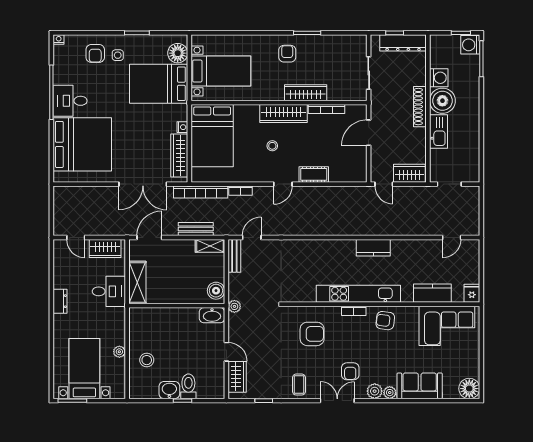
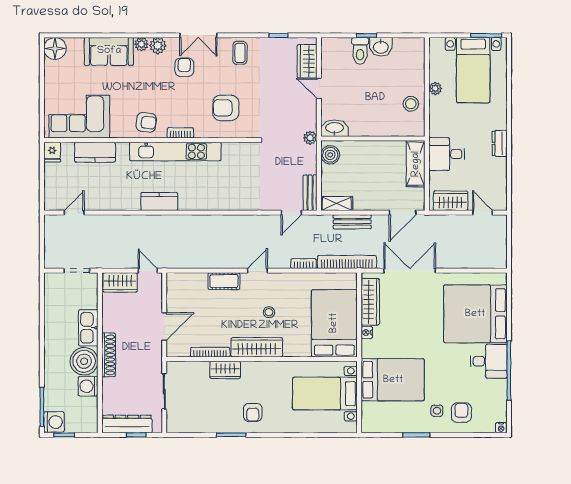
floor lamp: (178, 53) -> (372, 413), removed
wardrobe: (306, 93) -> (225, 370), width x0.67
stool: (147, 360) -> (411, 104), moved

